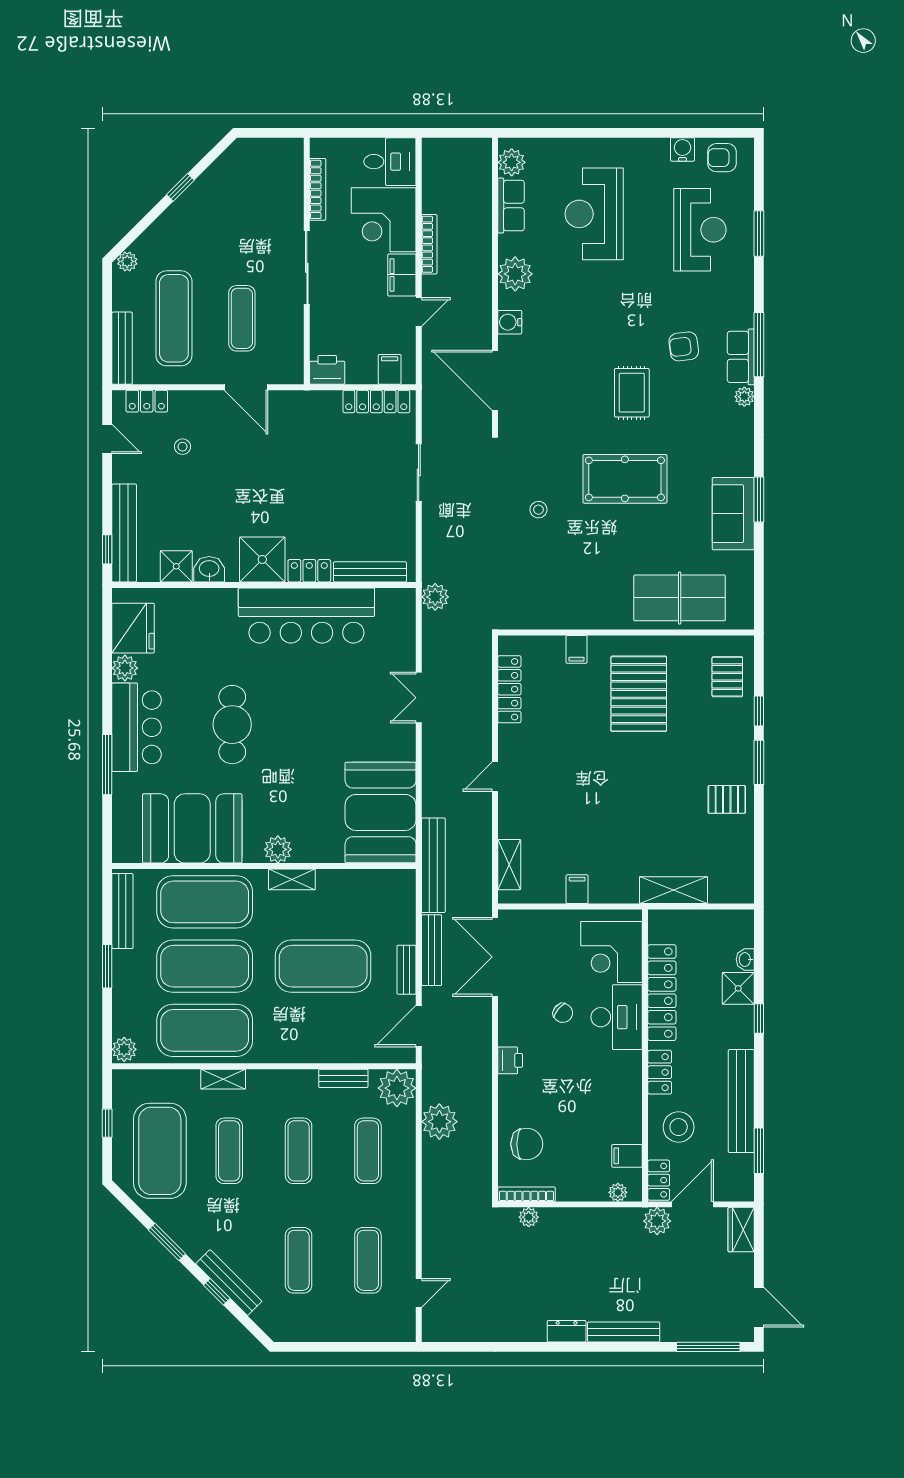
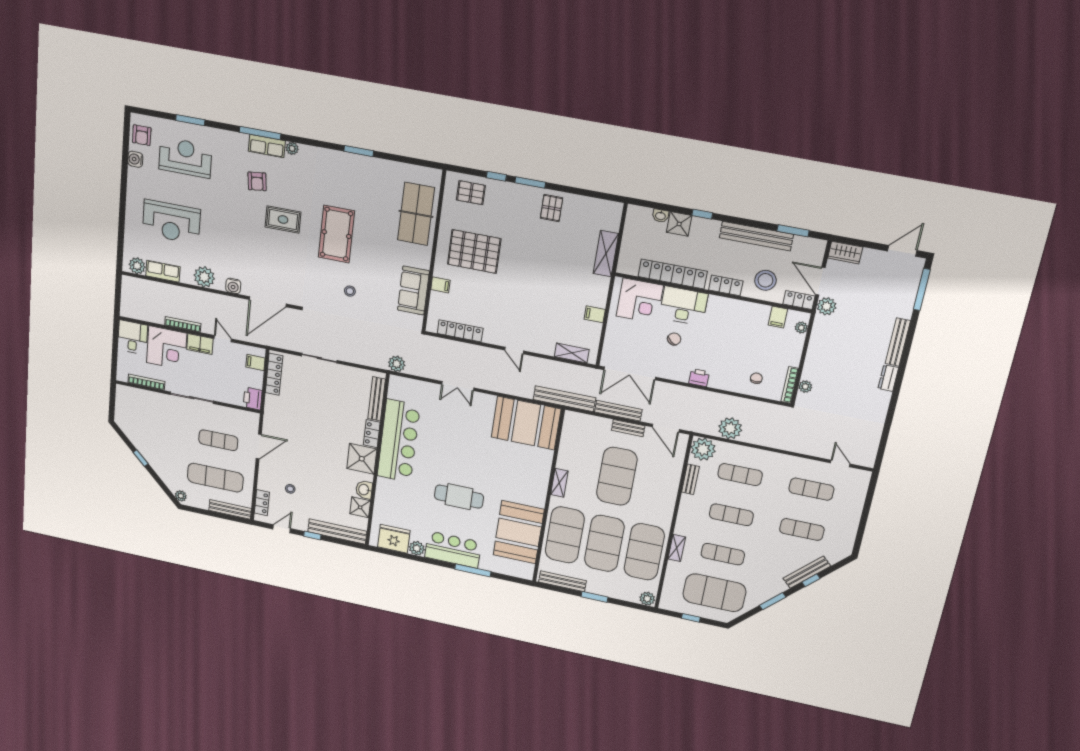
sofa: (733, 514) -> (413, 291), moved, turned 90
window: (107, 549) -> (312, 535), moved
plant: (278, 849) -> (539, 487), removed
chair: (527, 1144) -> (756, 378), width x0.54, depth x0.54

